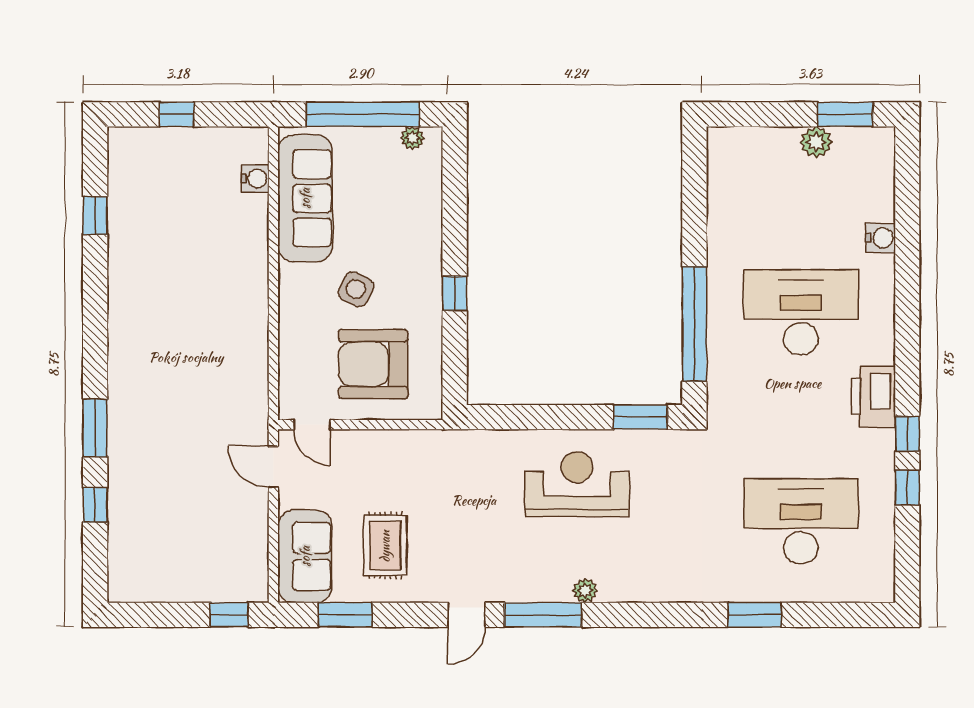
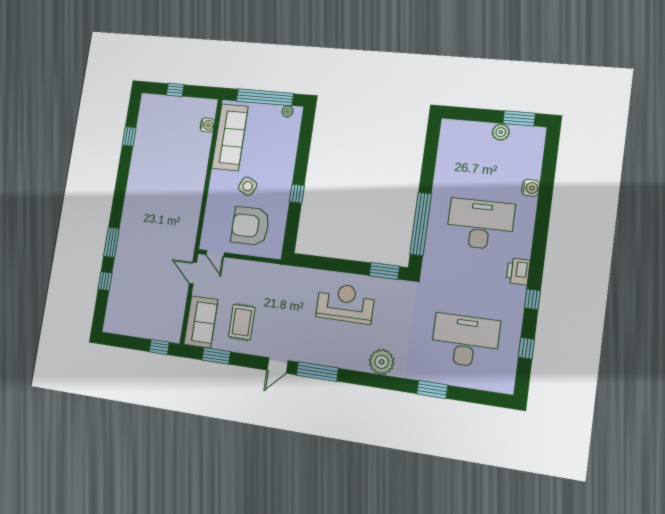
printer: (873, 397) -> (518, 271), width x0.73, depth x0.84
window: (907, 488) -> (526, 348), moved
plant: (585, 591) -> (382, 362), moved, width x1.88, depth x1.88

